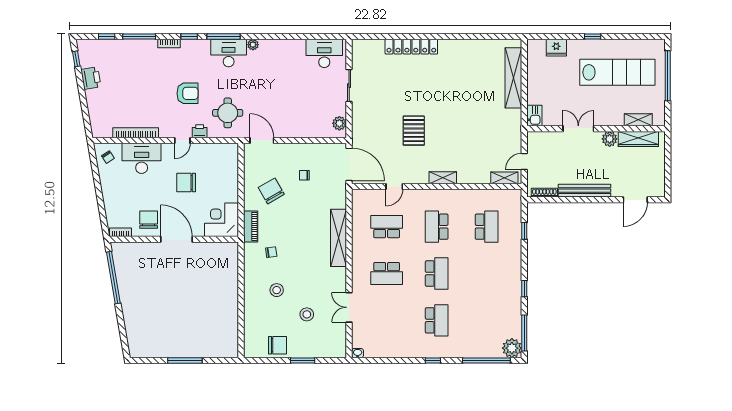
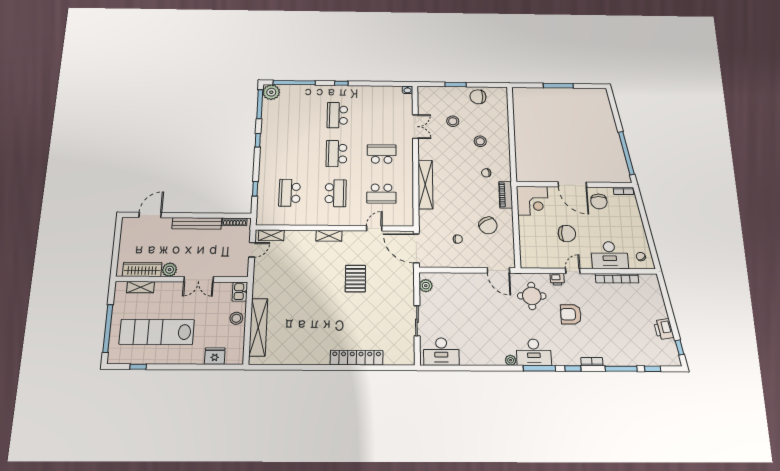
window: (593, 36) -> (138, 367), moved
stool: (537, 87) -> (236, 318), added

